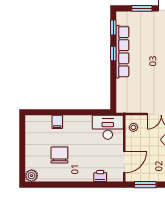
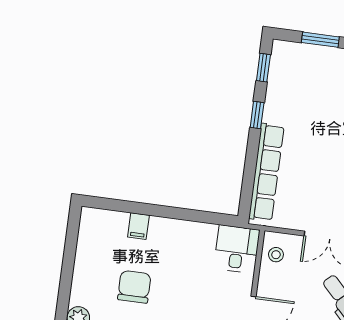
row of seats: (122, 52) -> (266, 172), moved
desk: (108, 127) -> (237, 249), width x0.73

